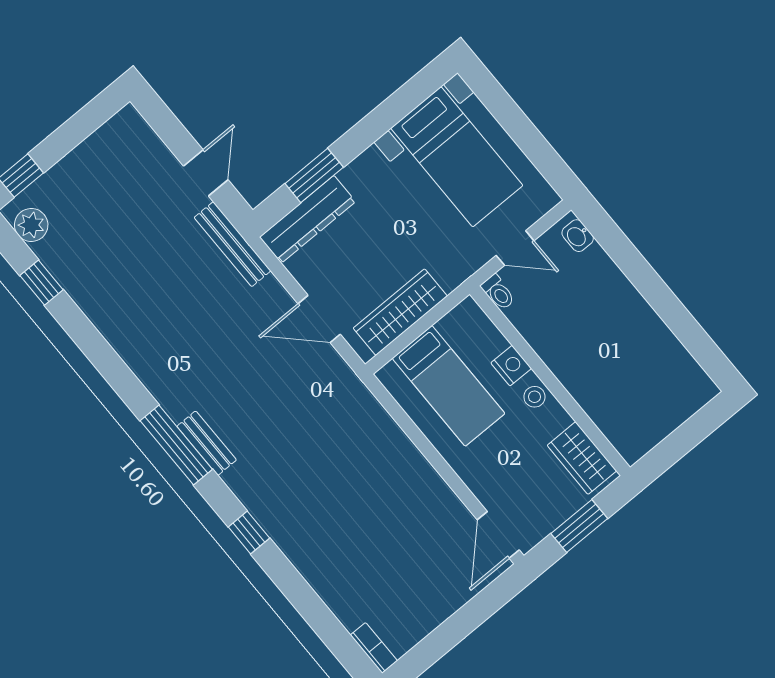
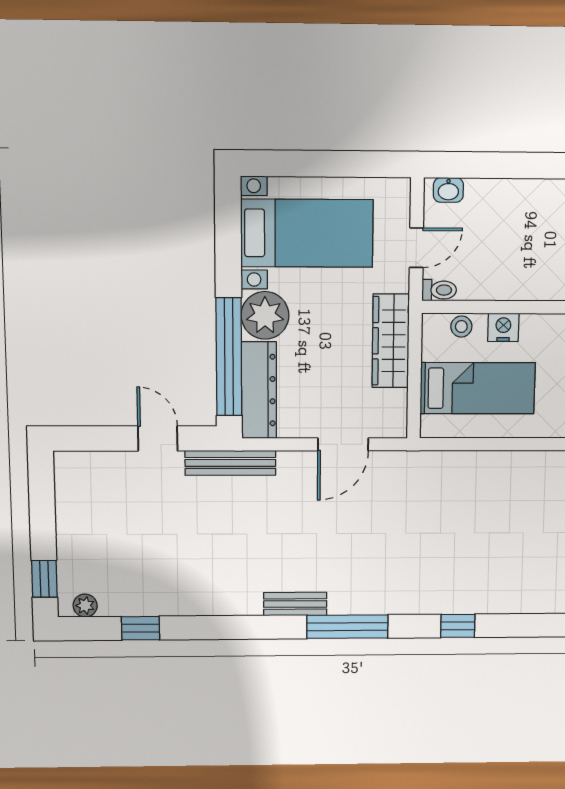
window: (314, 175) -> (229, 357), width x2.11
plant: (369, 177) -> (265, 315), added
plant: (31, 225) -> (85, 606), width x0.73, depth x0.73
wardrobe: (400, 312) -> (391, 341), moved
stool: (534, 397) -> (461, 326), moved
bench: (207, 443) -> (295, 604), moved

